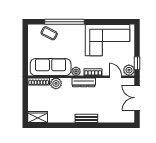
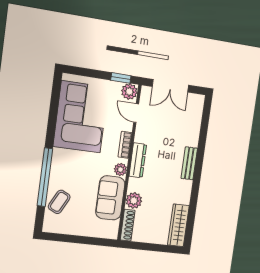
sofa: (51, 67) -> (110, 198), width x0.73
door: (115, 77) -> (136, 113), hinge flipped
wardrobe: (38, 117) -> (178, 225), width x1.50

